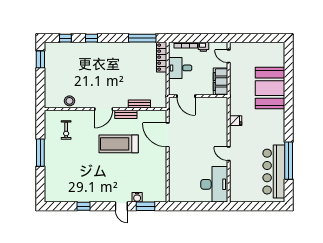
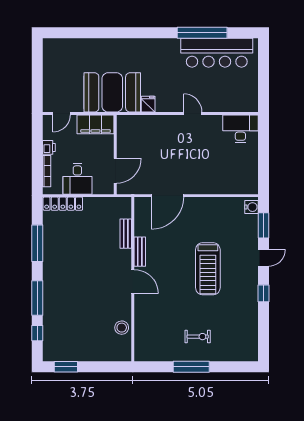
window: (91, 38) -> (37, 298), width x2.17
window: (142, 38) -> (37, 243), moved
booth: (270, 88) -> (112, 92), moved
exercise bike: (66, 130) -> (198, 337), moved
treadmill: (119, 144) -> (208, 269), moved
door: (229, 154) -> (193, 113), swing flipped
desk: (214, 184) -> (240, 129), width x0.73, depth x0.77
water cooler: (137, 197) -> (251, 207), moved
window: (83, 206) -> (263, 293), moved

